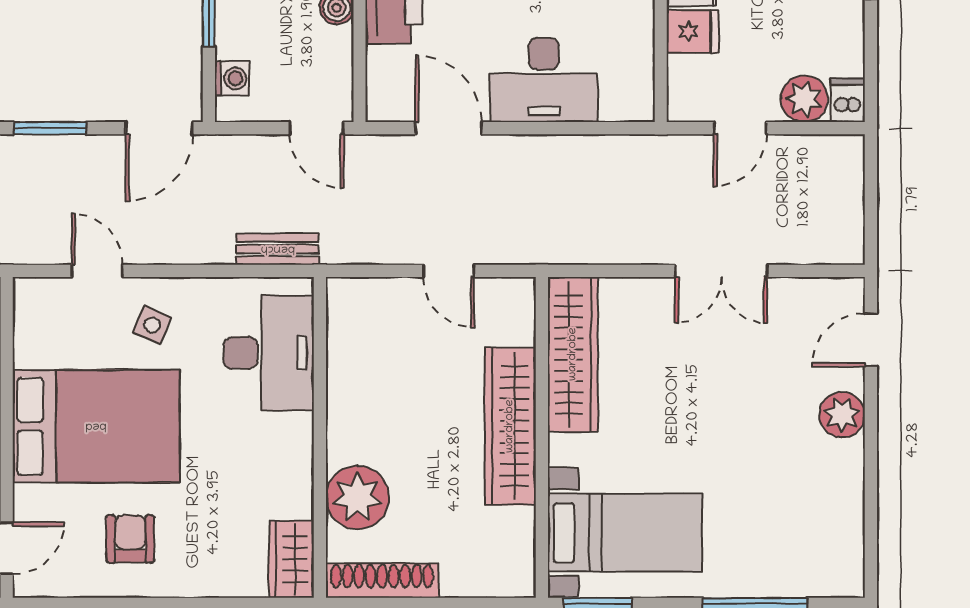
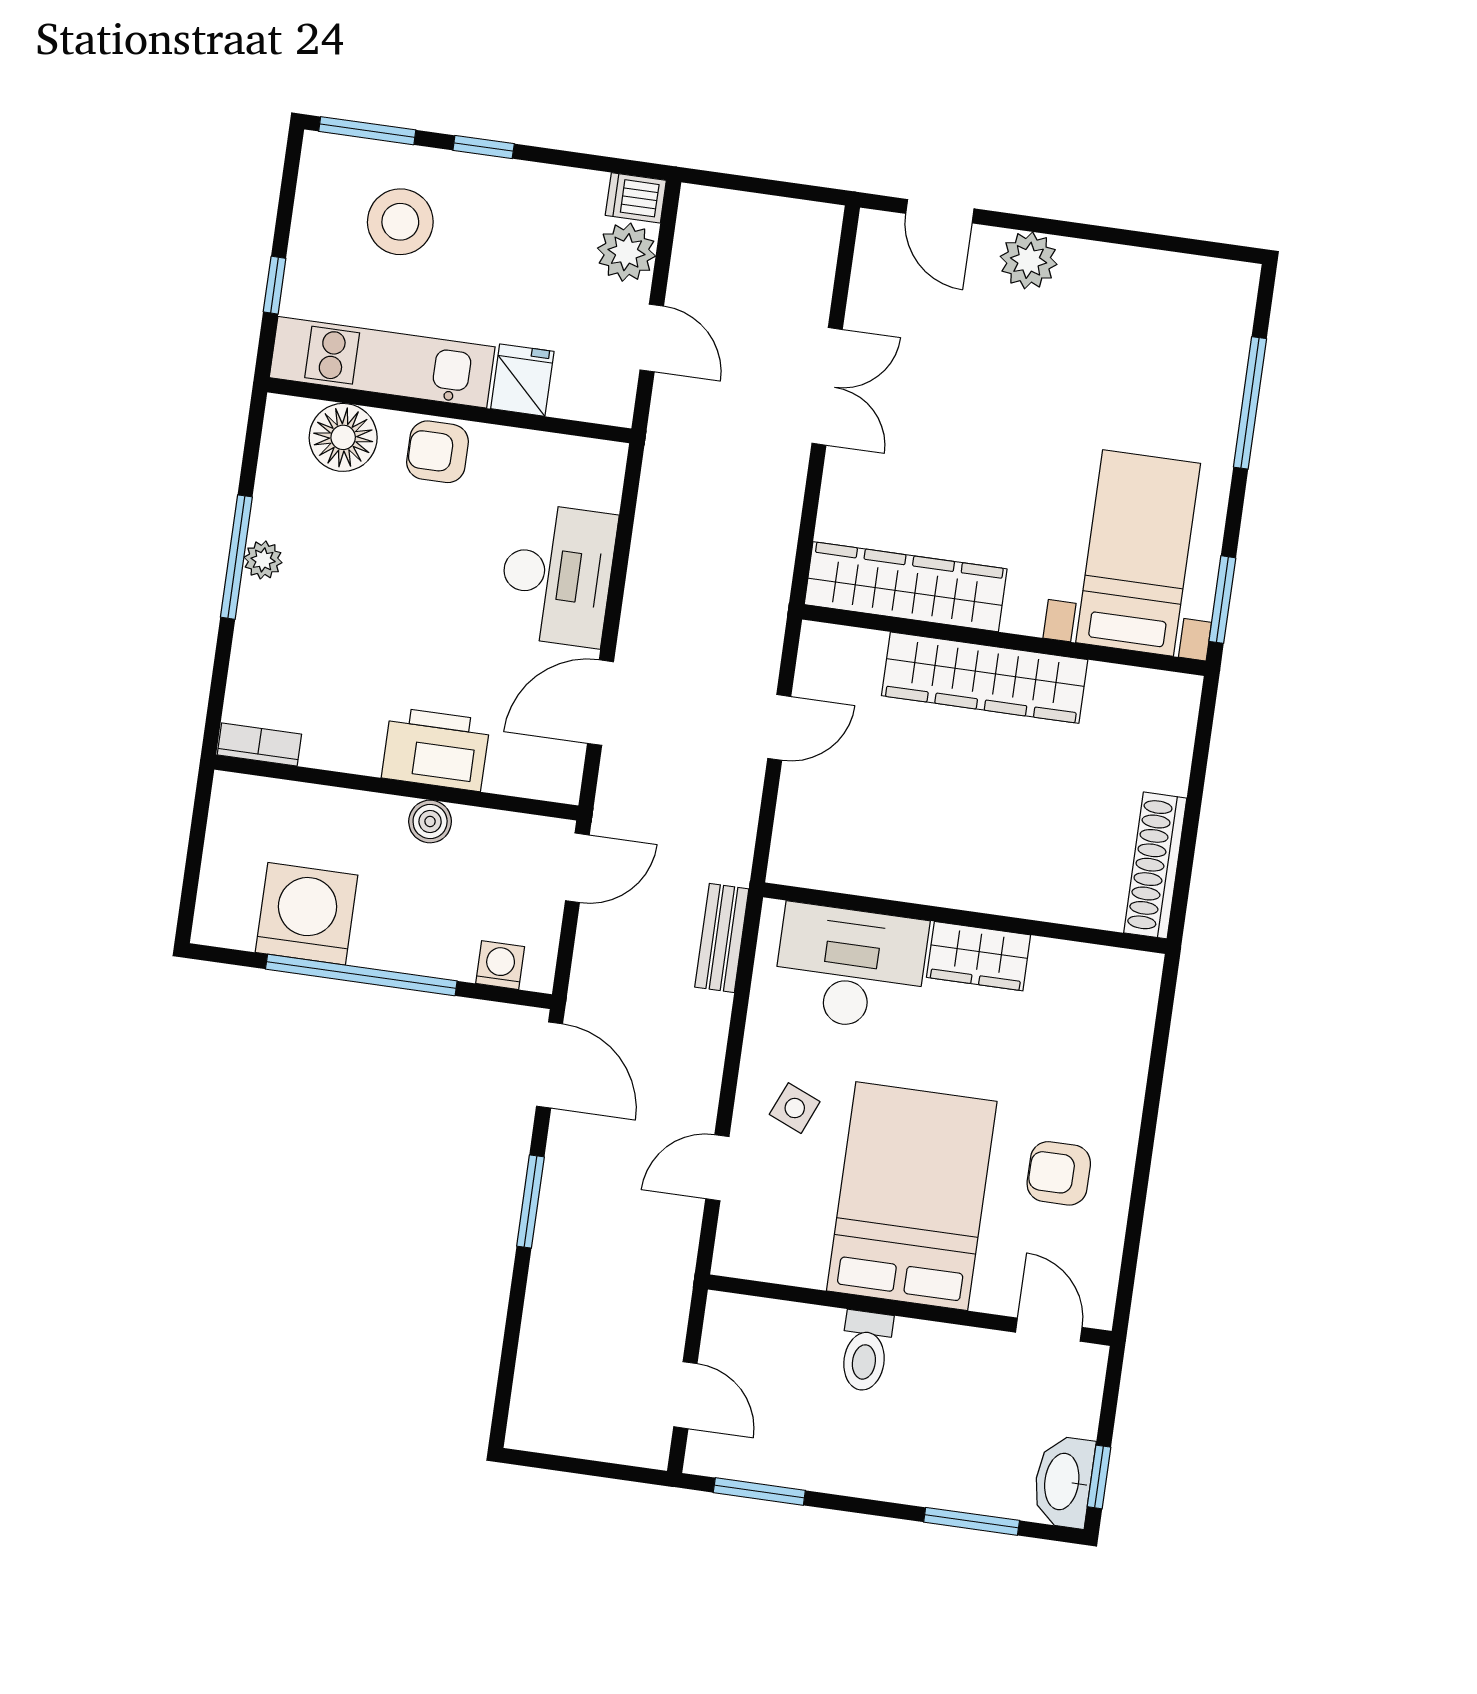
plant: (357, 498) -> (1047, 882), removed
wardrobe: (292, 559) -> (979, 956), moved

